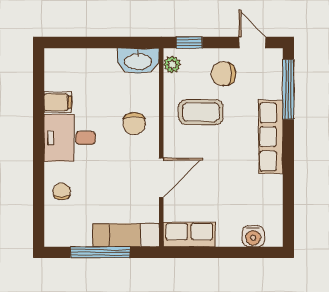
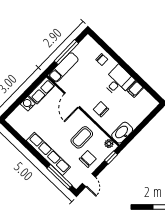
door: (252, 42) -> (89, 180), hinge flipped
row of seats: (271, 137) -> (48, 154), width x1.36
water cooler: (253, 236) -> (28, 104), moved

